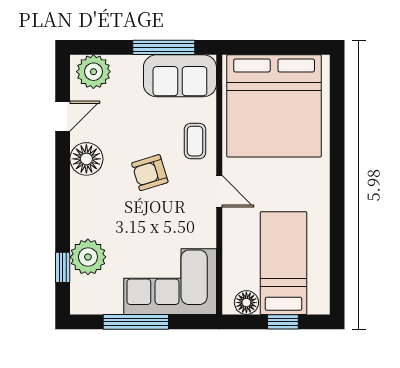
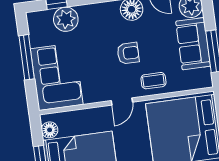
sofa: (180, 76) -> (193, 44), moved
armchair: (150, 173) -> (128, 53), turned 107

